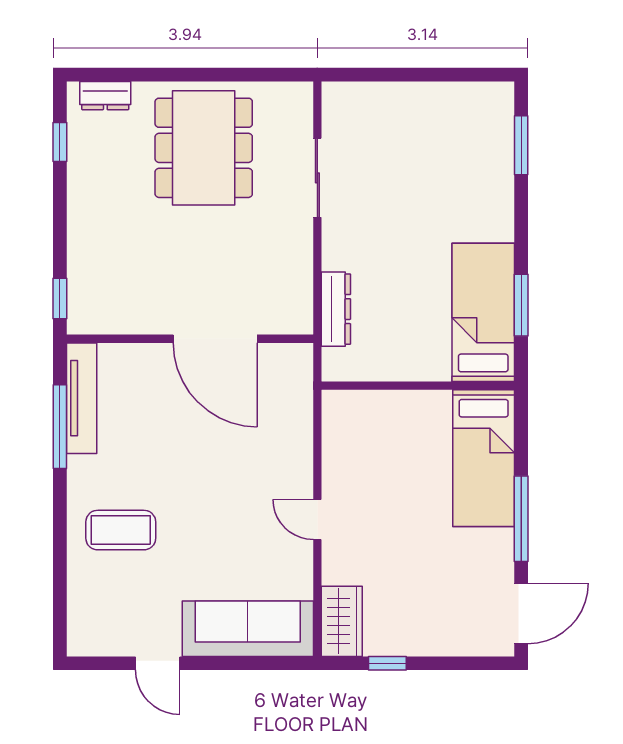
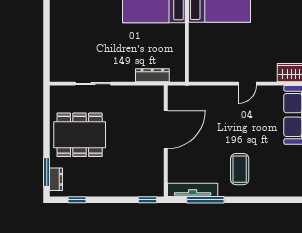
window: (121, 75) -> (47, 172), added
coffee table: (121, 530) -> (240, 169), moved

